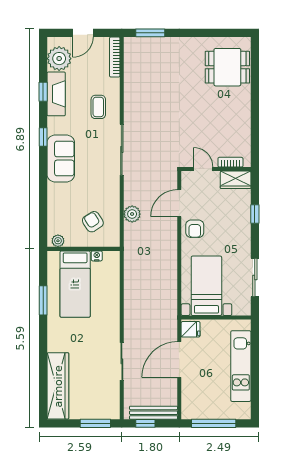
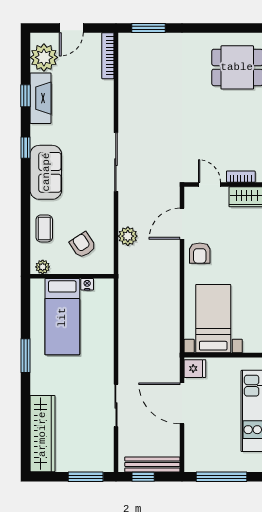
coffee table: (98, 107) -> (44, 228), moved
window: (43, 300) -> (26, 356), moved
door: (179, 360) -> (182, 403), hinge flipped

